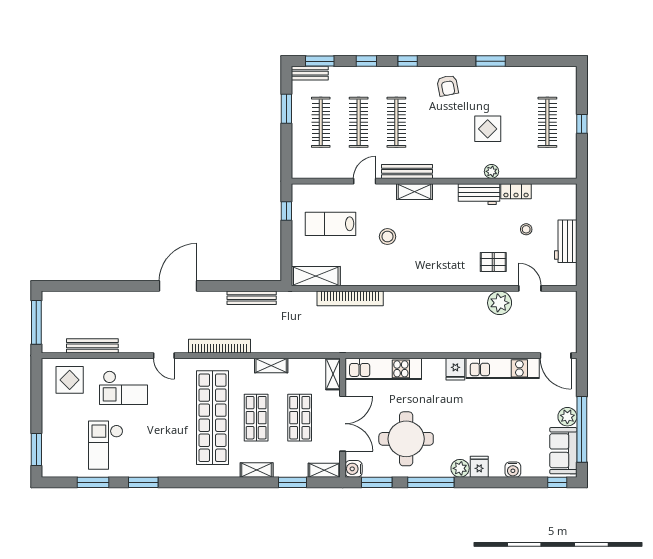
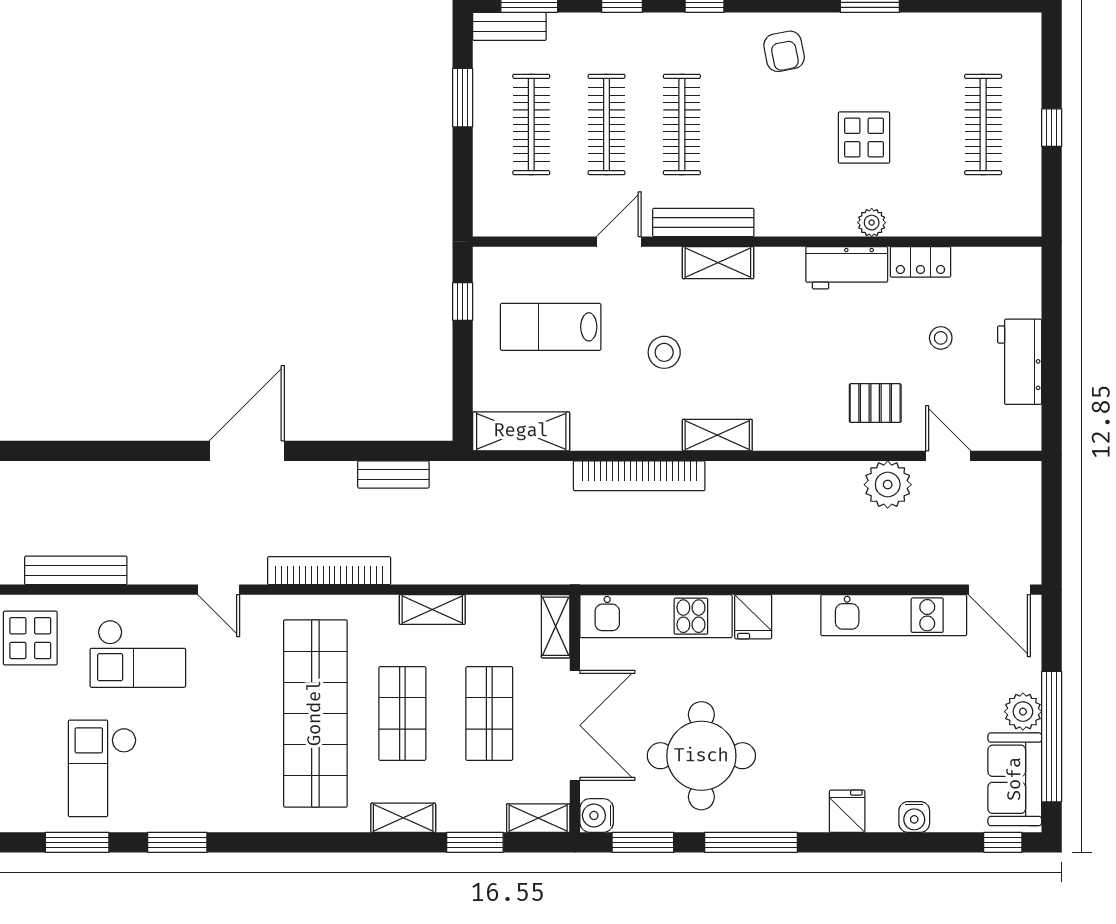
shelving: (414, 278) -> (717, 435), added
bench: (252, 298) -> (393, 474), width x0.73
bookcase: (350, 298) -> (639, 476), moved
fridge: (455, 369) -> (753, 617), moved
plant: (460, 468) -> (809, 814), removed

